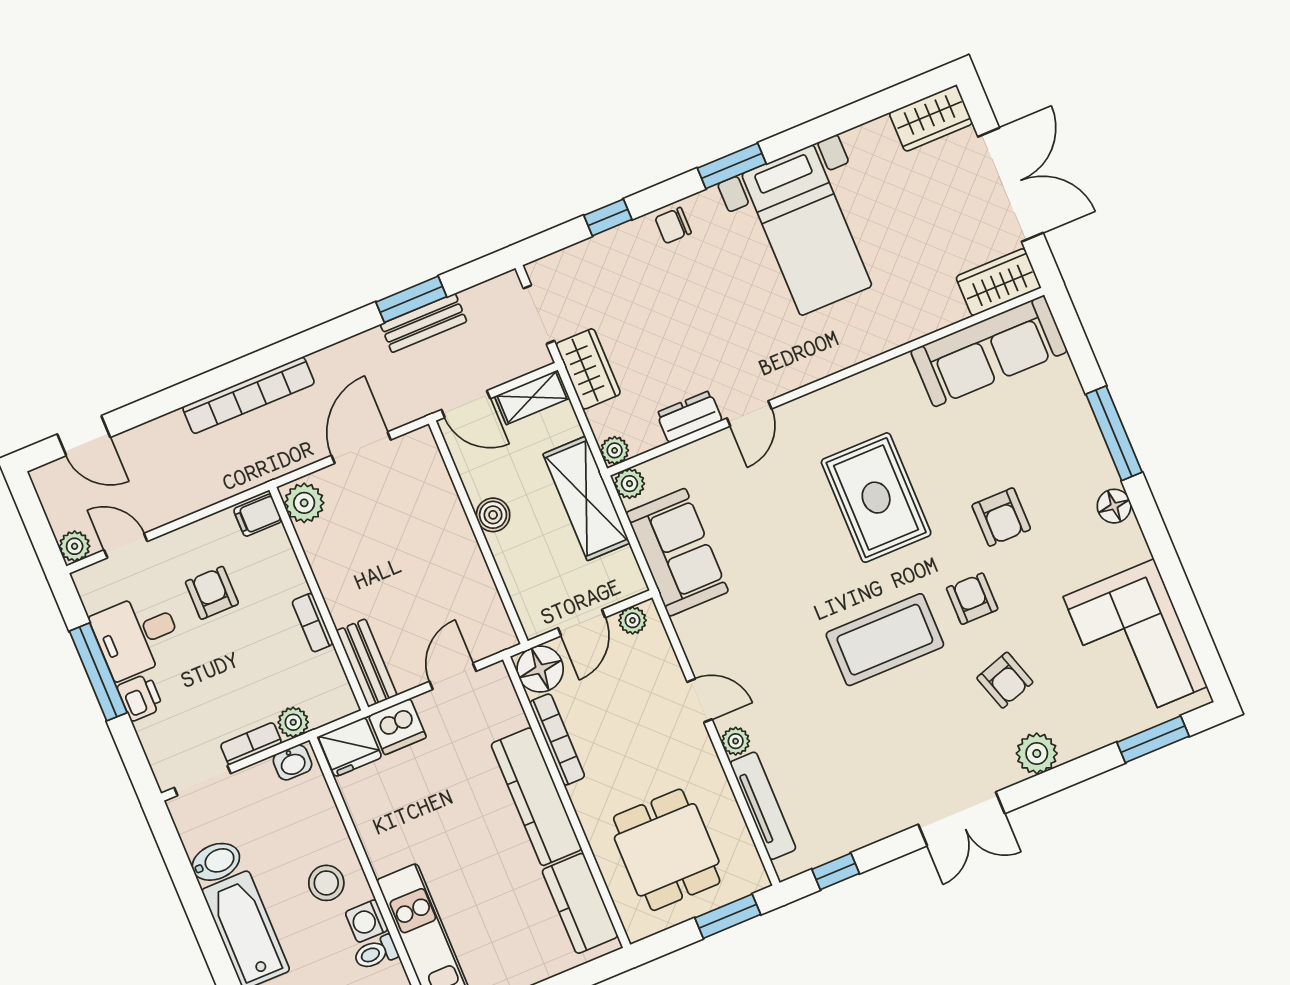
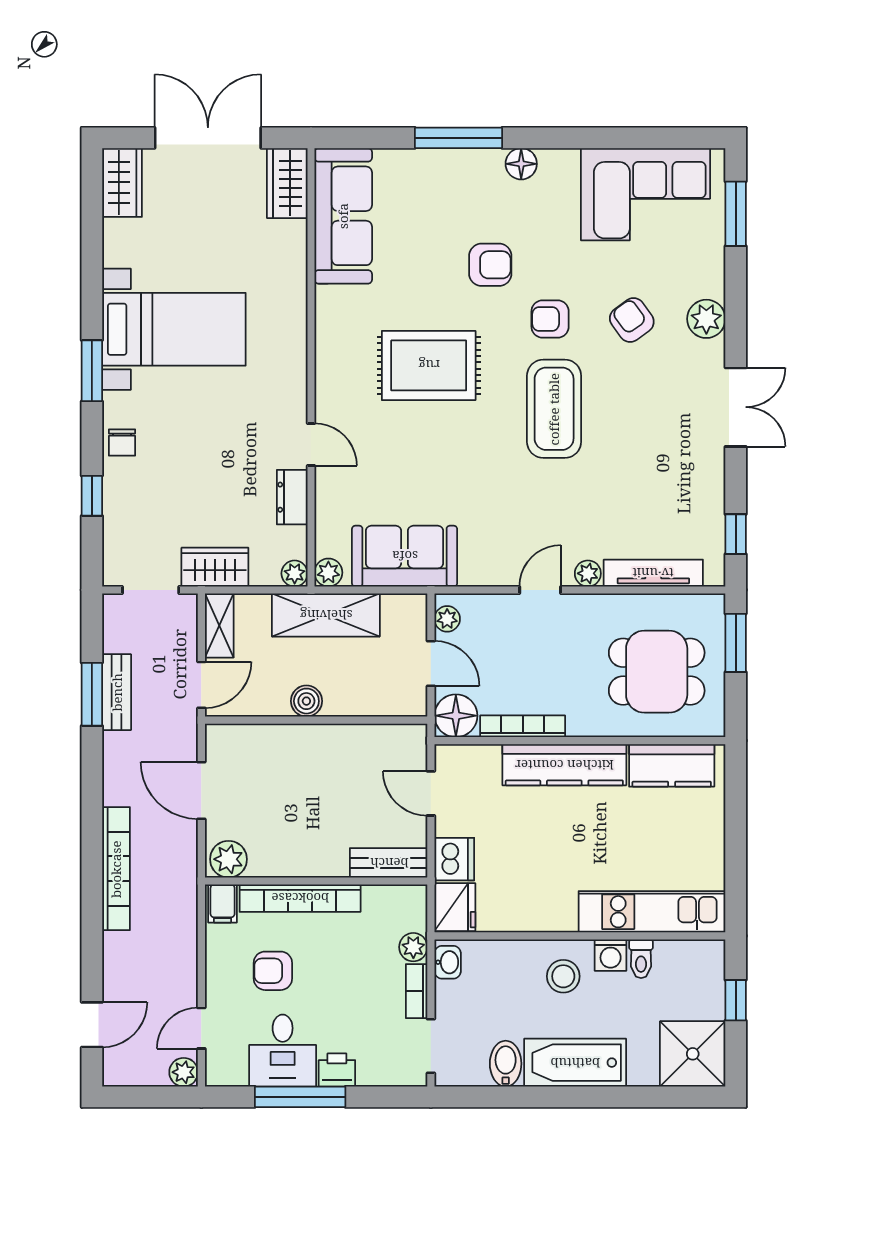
bookcase: (312, 623) -> (300, 898), width x2.31, depth x1.31
armchair: (1005, 680) -> (632, 320), turned -108

